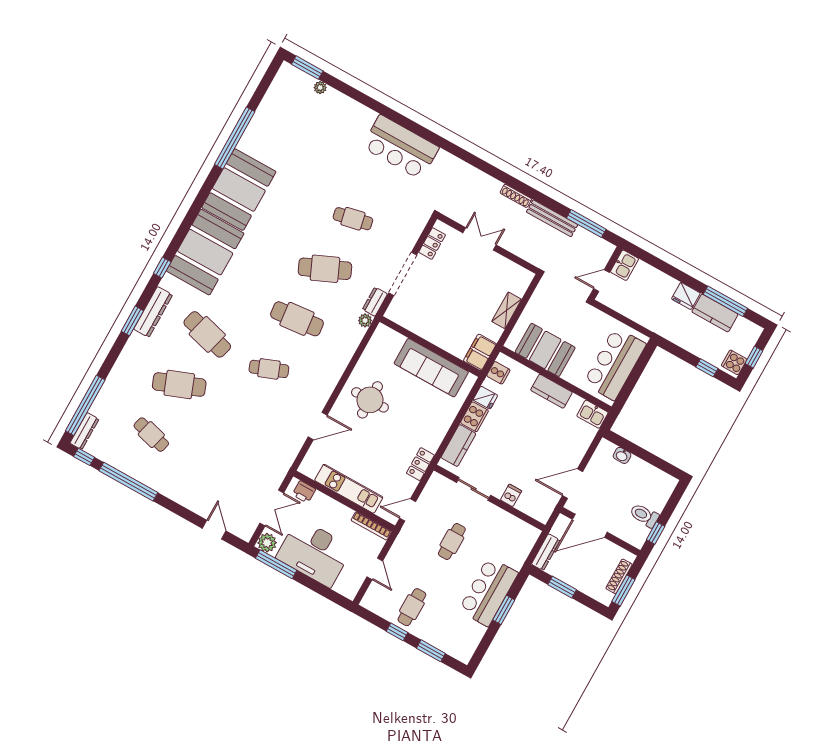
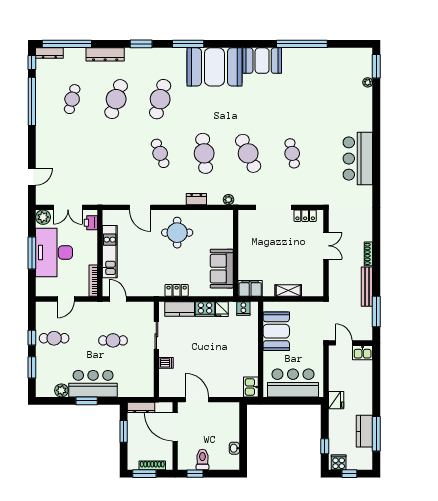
booth: (239, 190) -> (262, 61), width x0.73, depth x0.70
window: (162, 268) -> (188, 44), width x2.17
fridge: (686, 296) -> (336, 400), moved, turned 180
dresser: (375, 302) -> (196, 199), moved
dresser: (153, 312) -> (105, 54), moved
sofa: (431, 368) -> (222, 269), width x0.73
cafe table: (179, 384) -> (116, 99), turned 39
kitchen counter: (551, 391) -> (251, 351), removed
washbasin: (622, 455) -> (234, 448), moved
locker: (420, 464) -> (177, 290), moved
window: (276, 564) -> (32, 253), moved
plant: (476, 632) -> (61, 390), added

